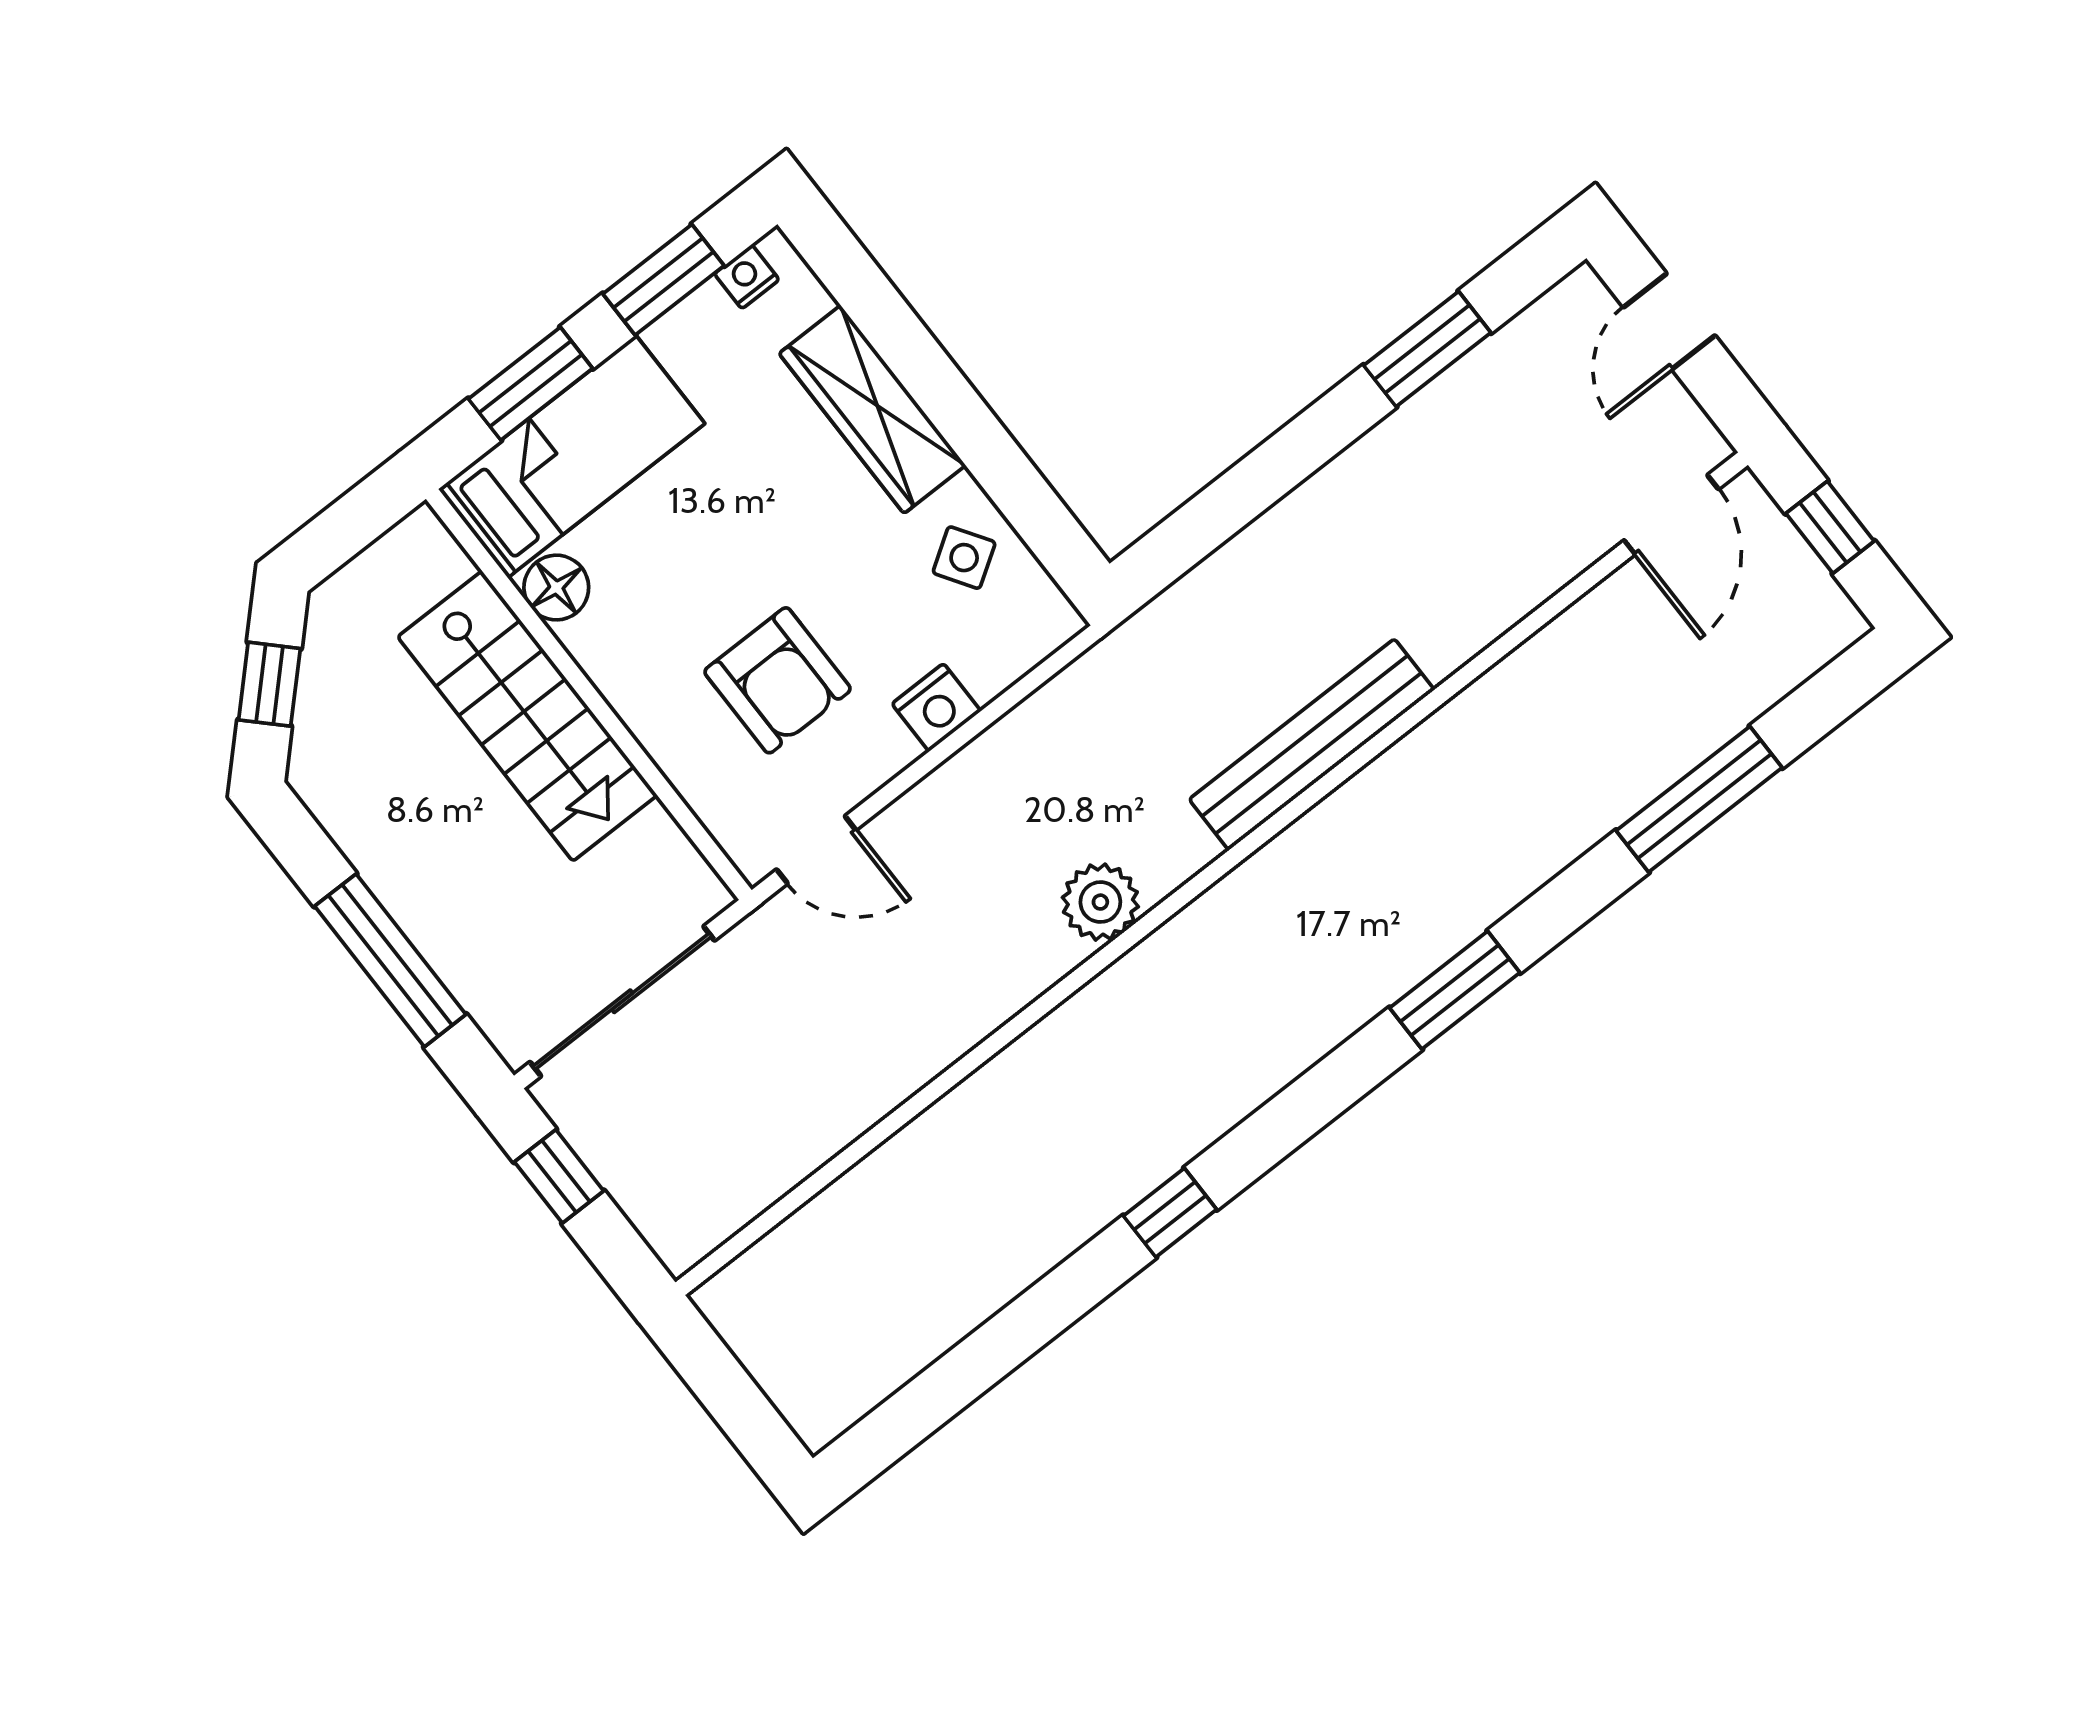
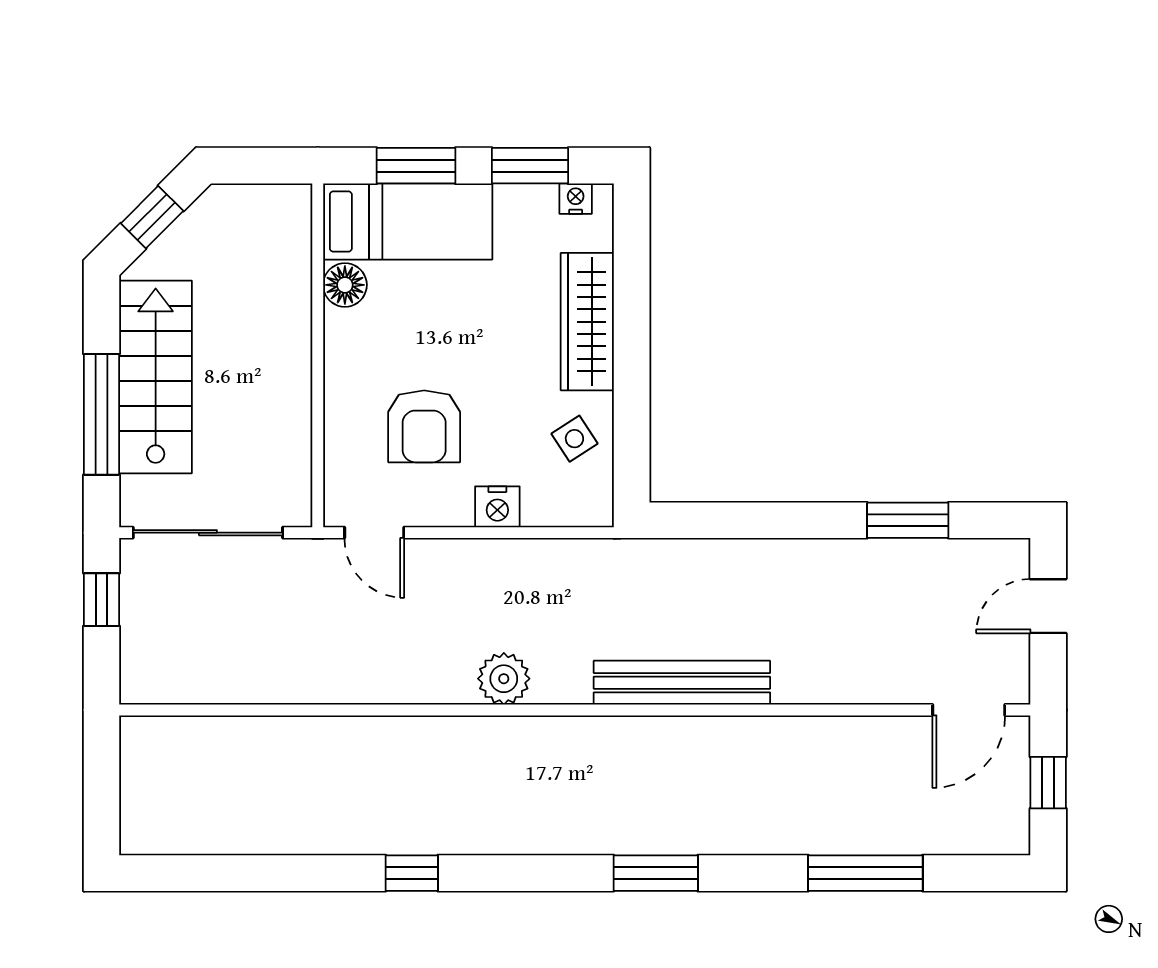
stairs: (527, 716) -> (156, 377), moved, turned 180

